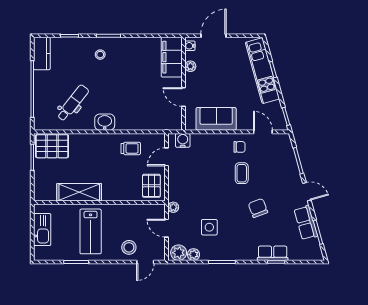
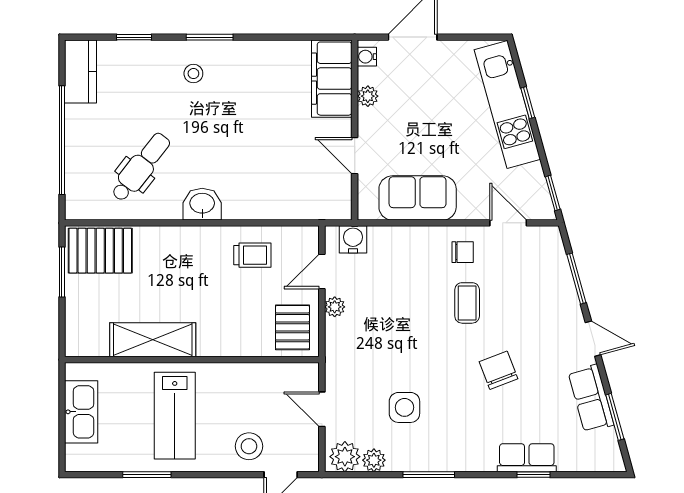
plant: (173, 207) -> (335, 307), moved

